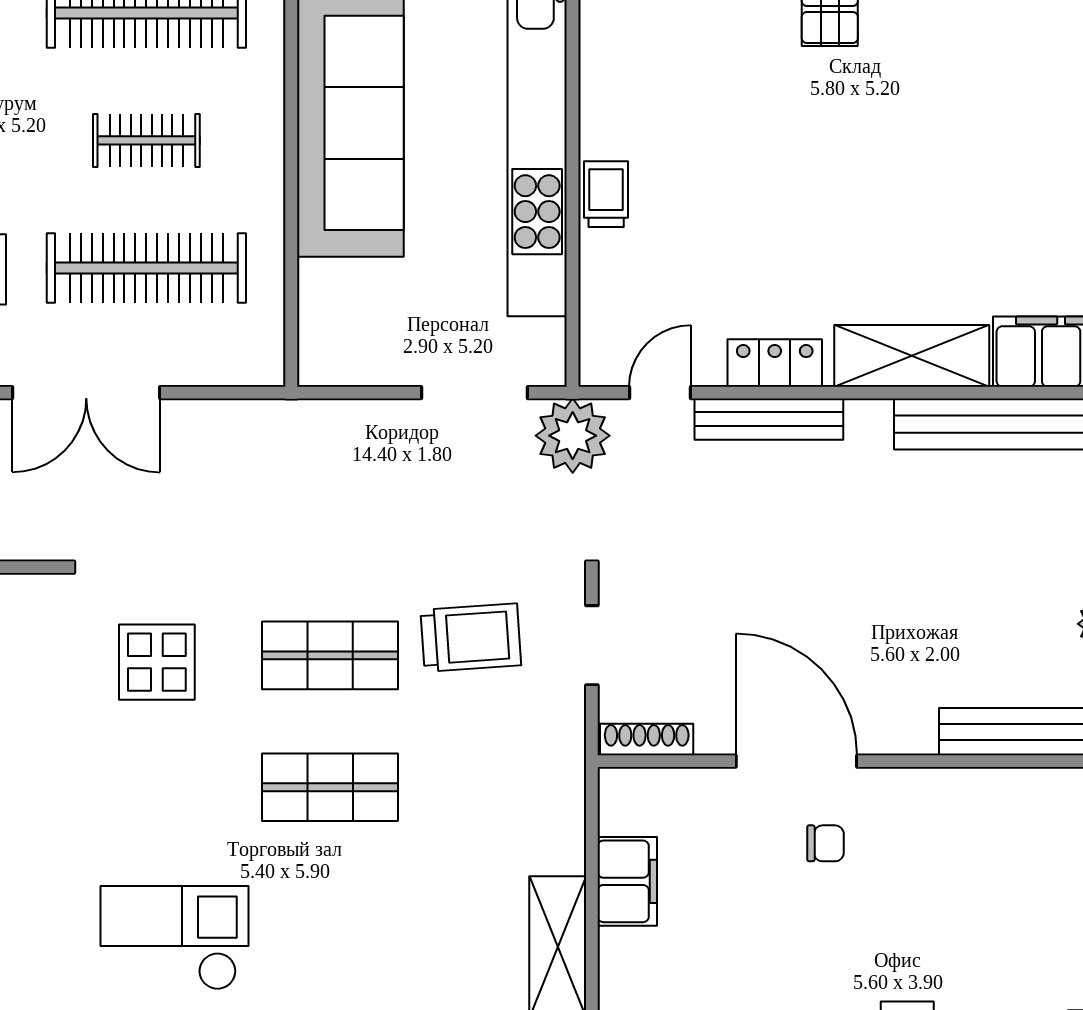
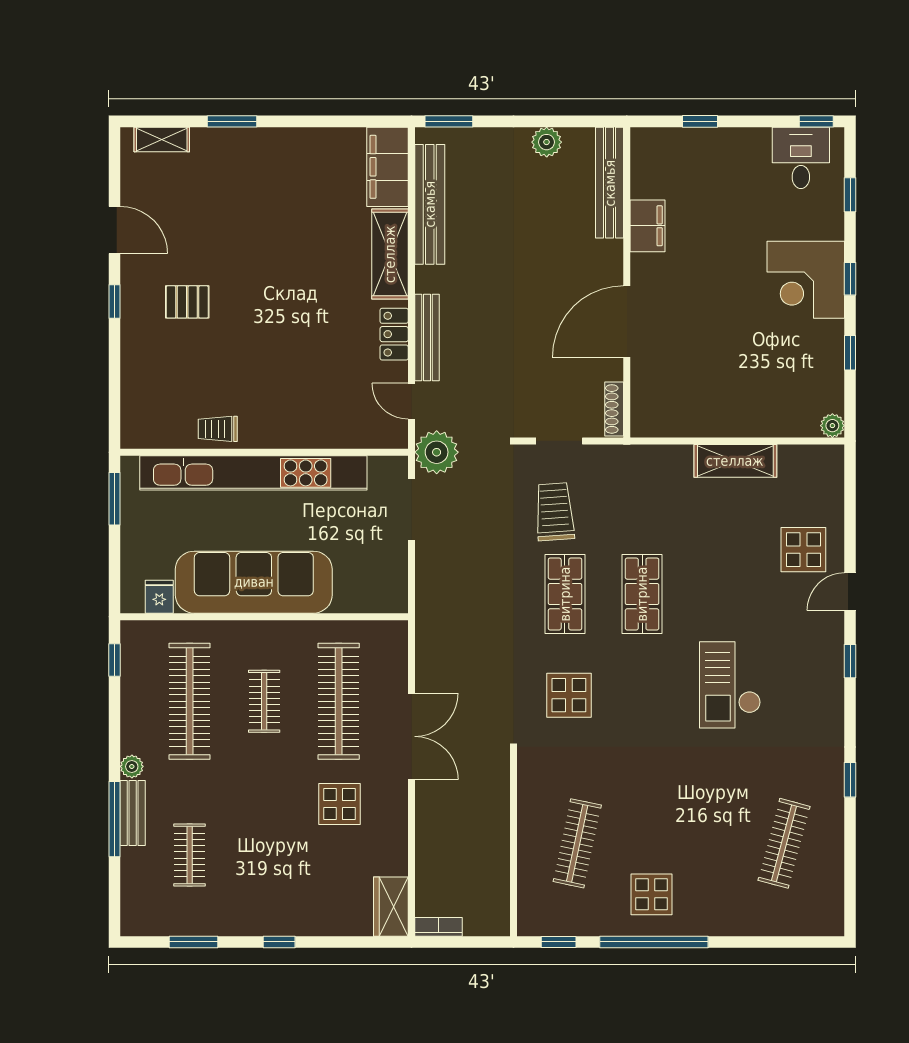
trolley: (606, 194) -> (218, 429), moved
chair: (825, 843) -> (675, 304), removed
filing cabinet: (627, 881) -> (647, 226), moved, turned 90

